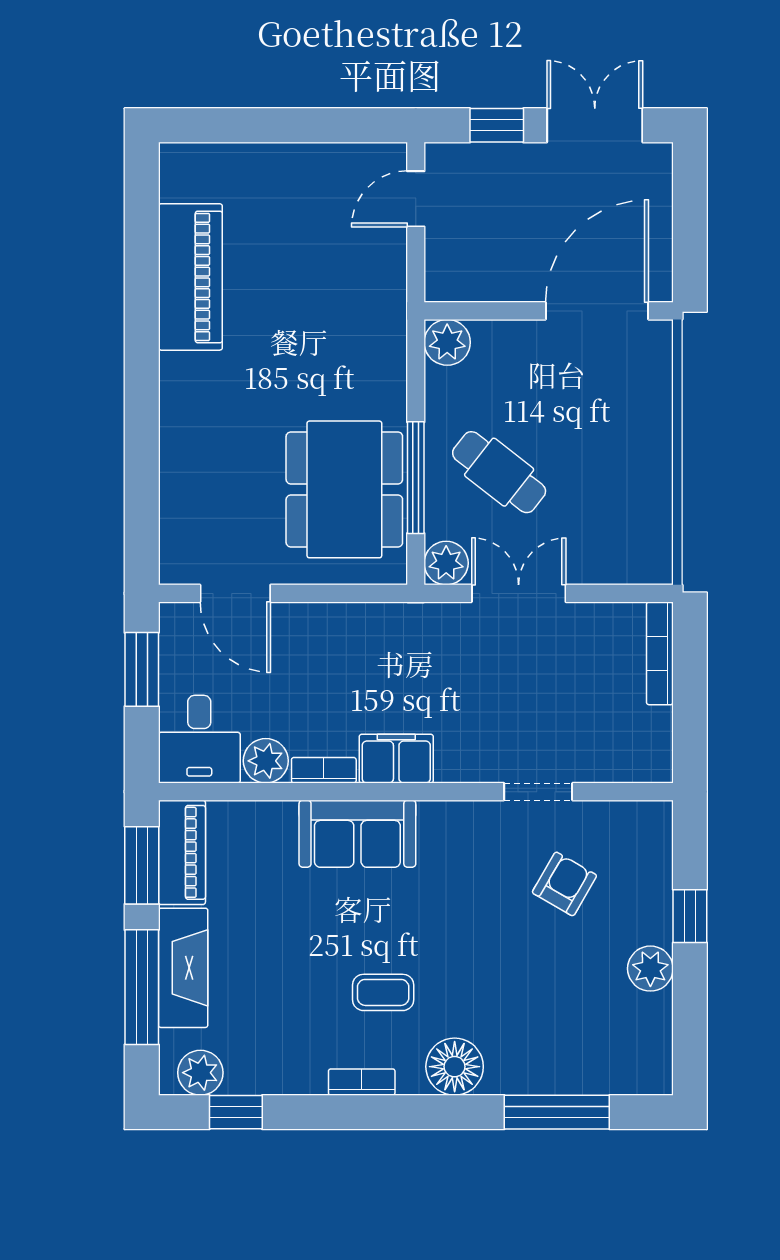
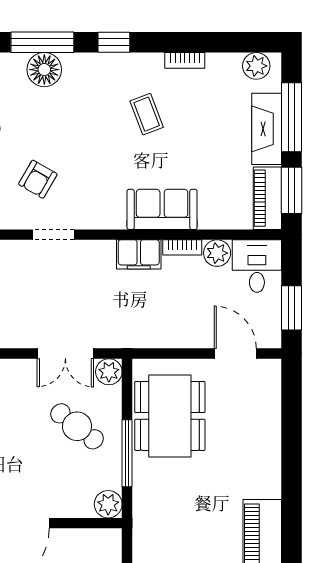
window: (416, 478) -> (127, 453), moved
coffee table: (383, 992) -> (147, 114), turned 69
floor lamp: (455, 1067) -> (44, 70), moved
bookcase: (362, 1082) -> (185, 60), moved
window: (236, 1112) -> (114, 42), moved

